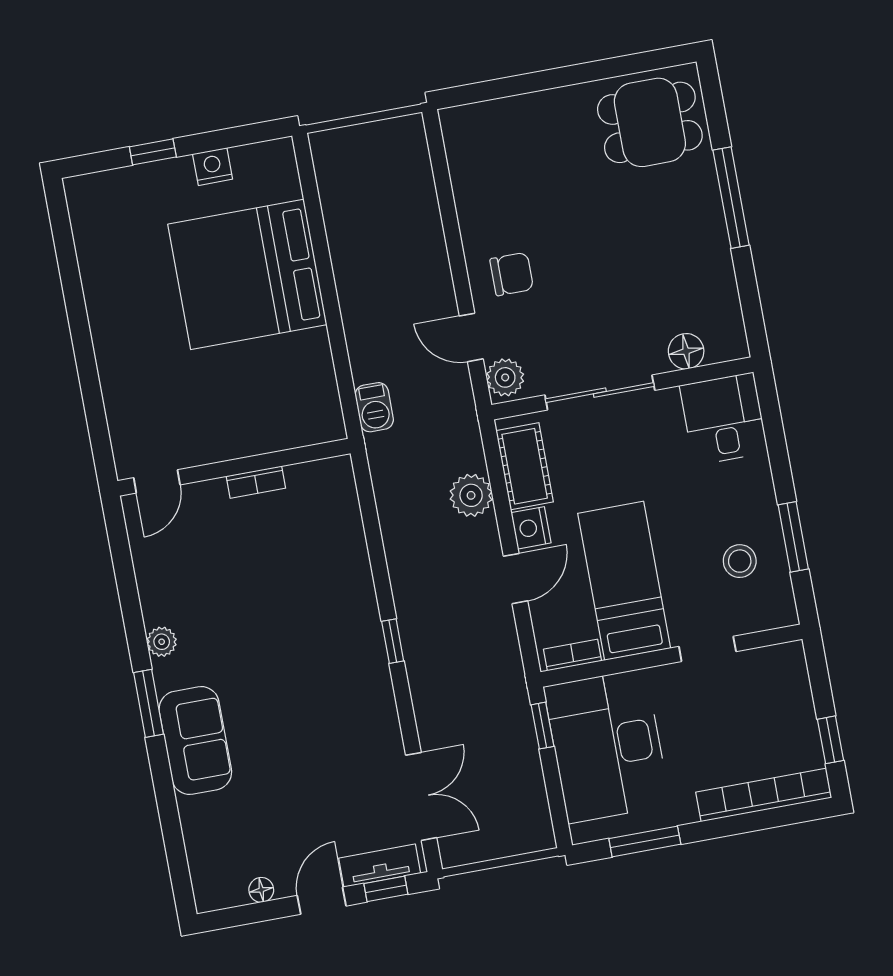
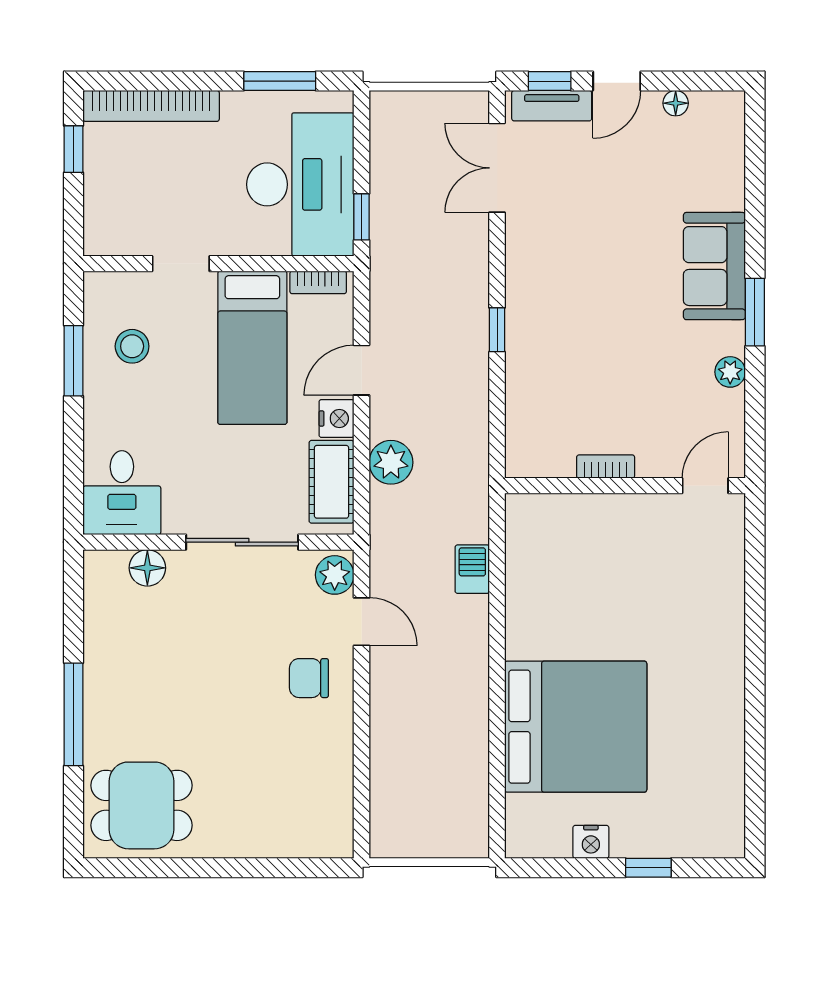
wall: (234, 467) -> (625, 486), moved
door: (157, 481) -> (705, 486), moved
bookcase: (256, 482) -> (606, 467), moved

